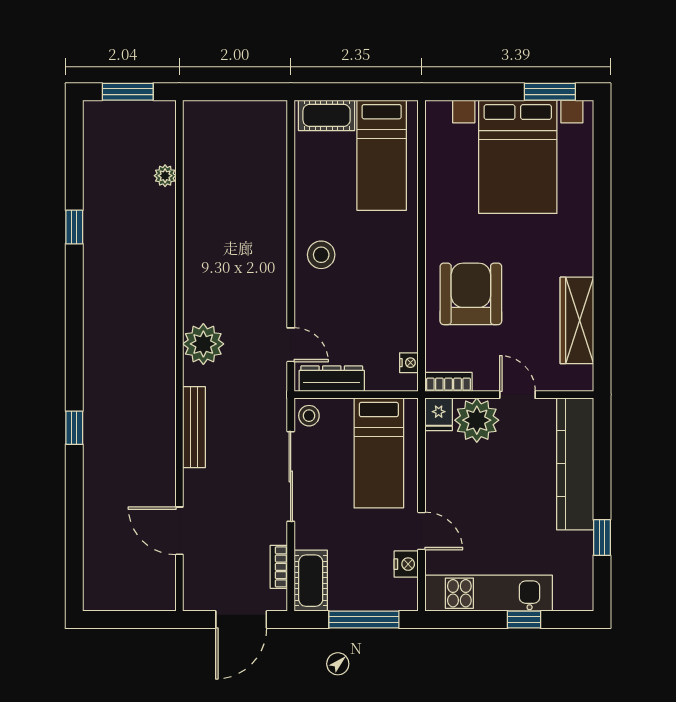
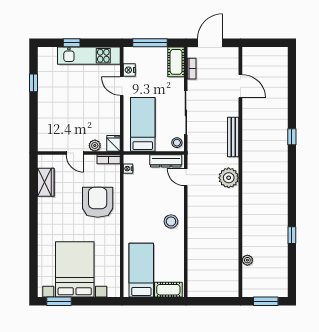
armchair: (471, 294) -> (98, 202), turned 180
wardrobe: (577, 320) -> (46, 182), width x0.67
plant: (477, 420) -> (95, 145), width x0.53, depth x0.53
kitchen counter: (575, 464) -> (47, 119), removed

